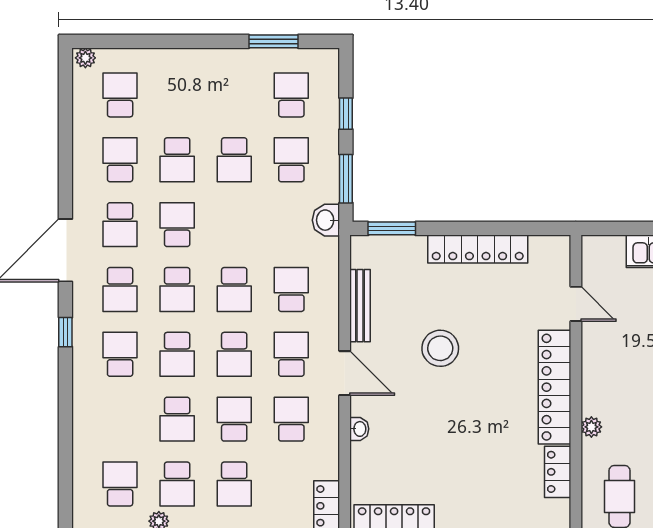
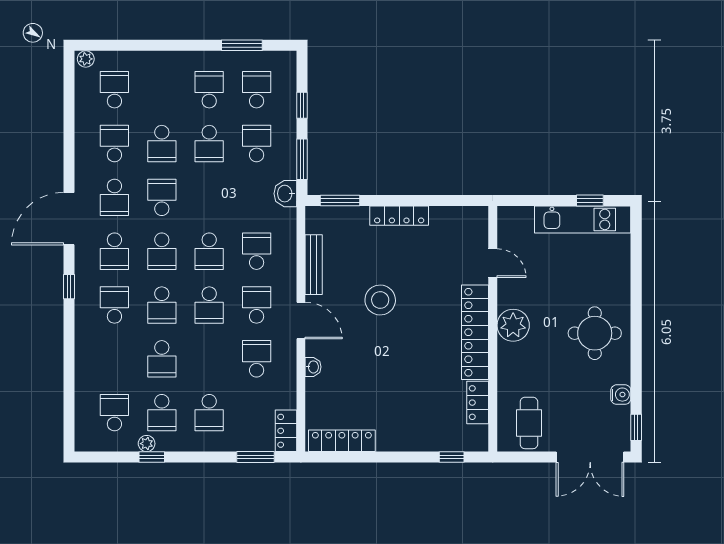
locker: (478, 249) -> (399, 216), width x0.71, depth x0.83
school desk: (234, 419) -> (209, 90), moved
plant: (591, 427) -> (513, 325), moved, width x1.87, depth x1.87

